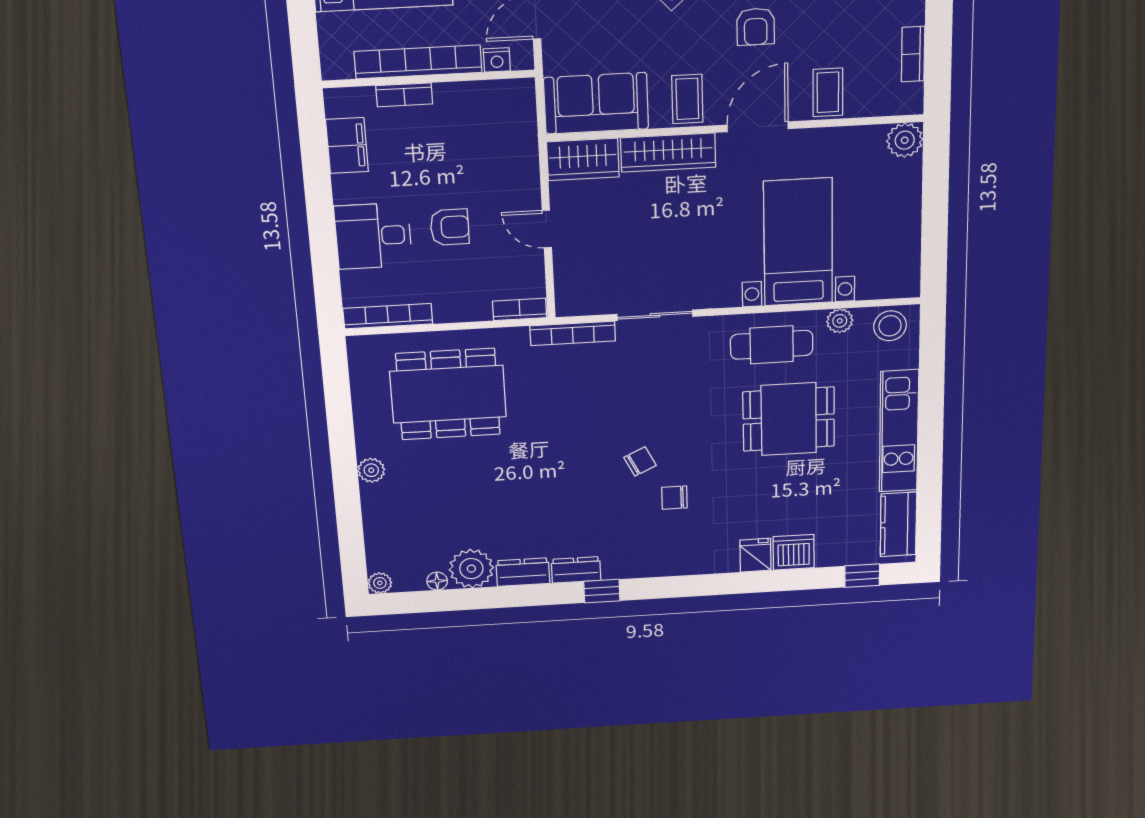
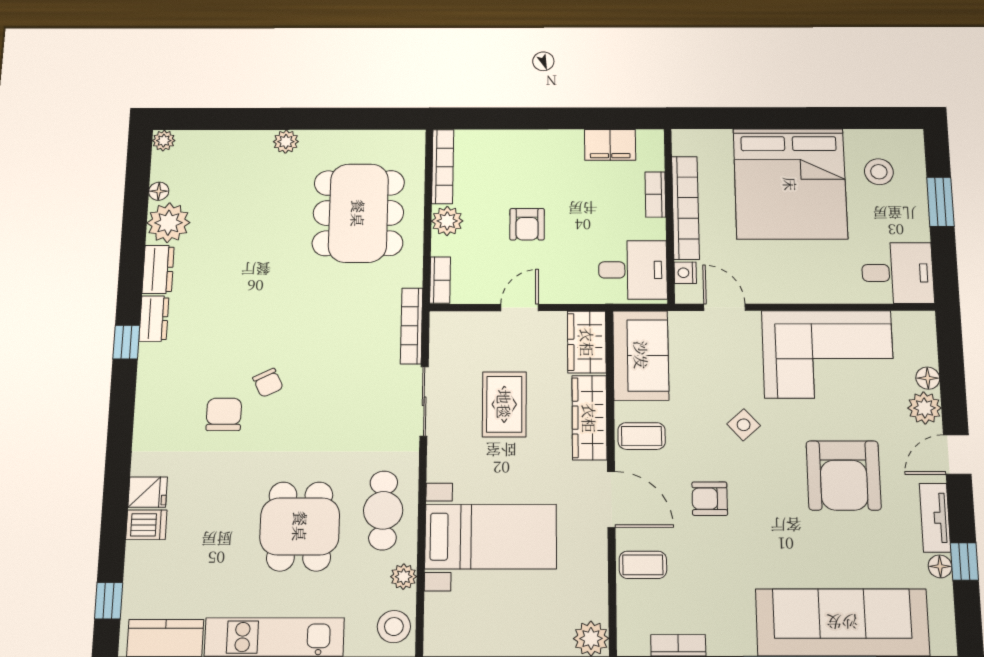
desk: (373, 236) -> (633, 270), moved, turned 90
rug: (656, 238) -> (504, 404), added
plant: (451, 307) -> (447, 221), added
chair: (674, 498) -> (224, 414), width x1.37, depth x1.37
dishwasher: (794, 552) -> (146, 525), width x0.73

